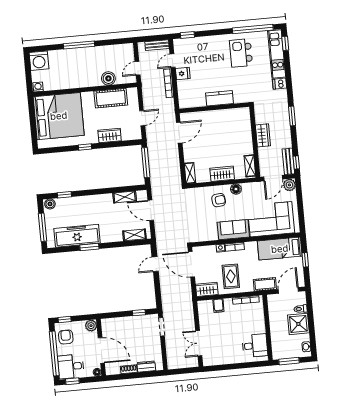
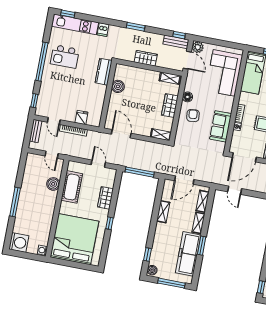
window: (253, 29) -> (42, 62), moved
fridge: (183, 74) -> (81, 117), moved
kitchen counter: (220, 98) -> (104, 72), moved
boiler: (226, 115) -> (118, 86), added
shelving: (125, 197) -> (163, 212), moved
sofa: (233, 230) -> (221, 126), moved
shelving: (111, 237) -> (199, 223), added

